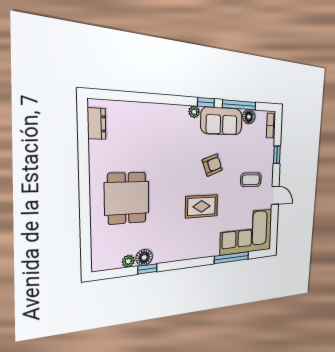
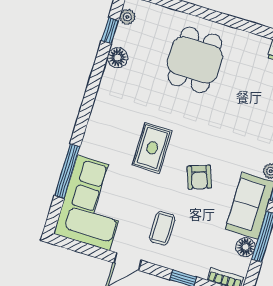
dining table: (127, 198) -> (195, 60), turned 90
plant: (128, 261) -> (127, 17), moved
window: (147, 269) -> (110, 31), moved

